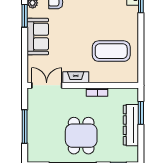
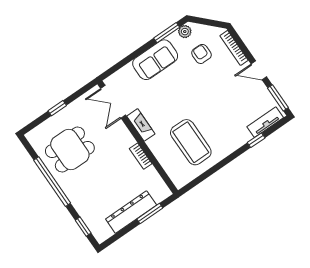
double door: (47, 85) -> (113, 102), swing flipped
window: (25, 127) -> (57, 108), width x0.46
dining table: (81, 136) -> (70, 150), moved

